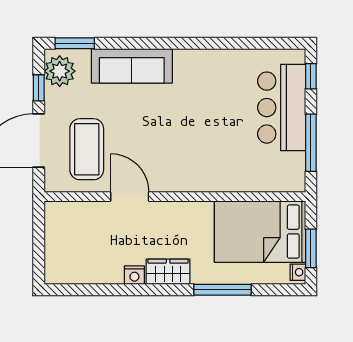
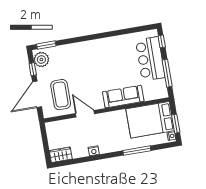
sofa: (132, 66) -> (123, 97), moved, turned 180
wardrobe: (168, 272) -> (61, 155), moved

